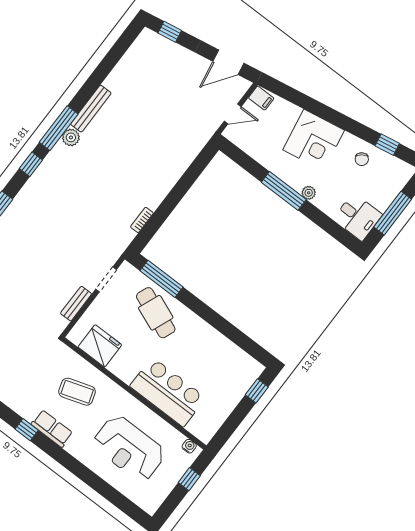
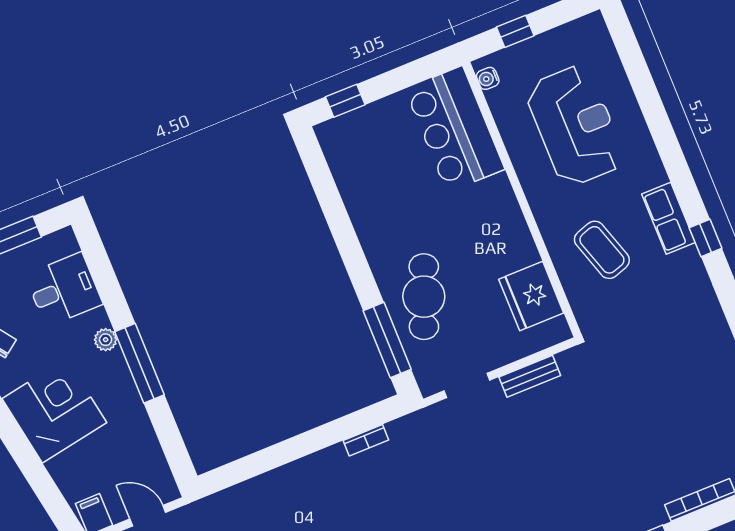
desk: (358, 217) -> (64, 290), moved, turned 90
bar counter: (168, 392) -> (455, 129), moved

